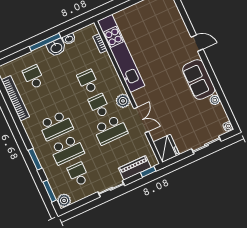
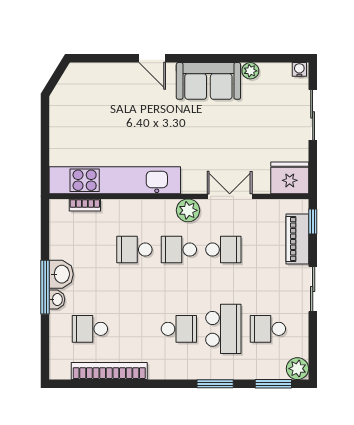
washbasin: (69, 39) -> (57, 299), moved
door: (197, 43) -> (152, 58), swing flipped
school desk: (56, 126) -> (179, 329), width x0.54
school desk: (110, 130) -> (223, 250), width x0.54

